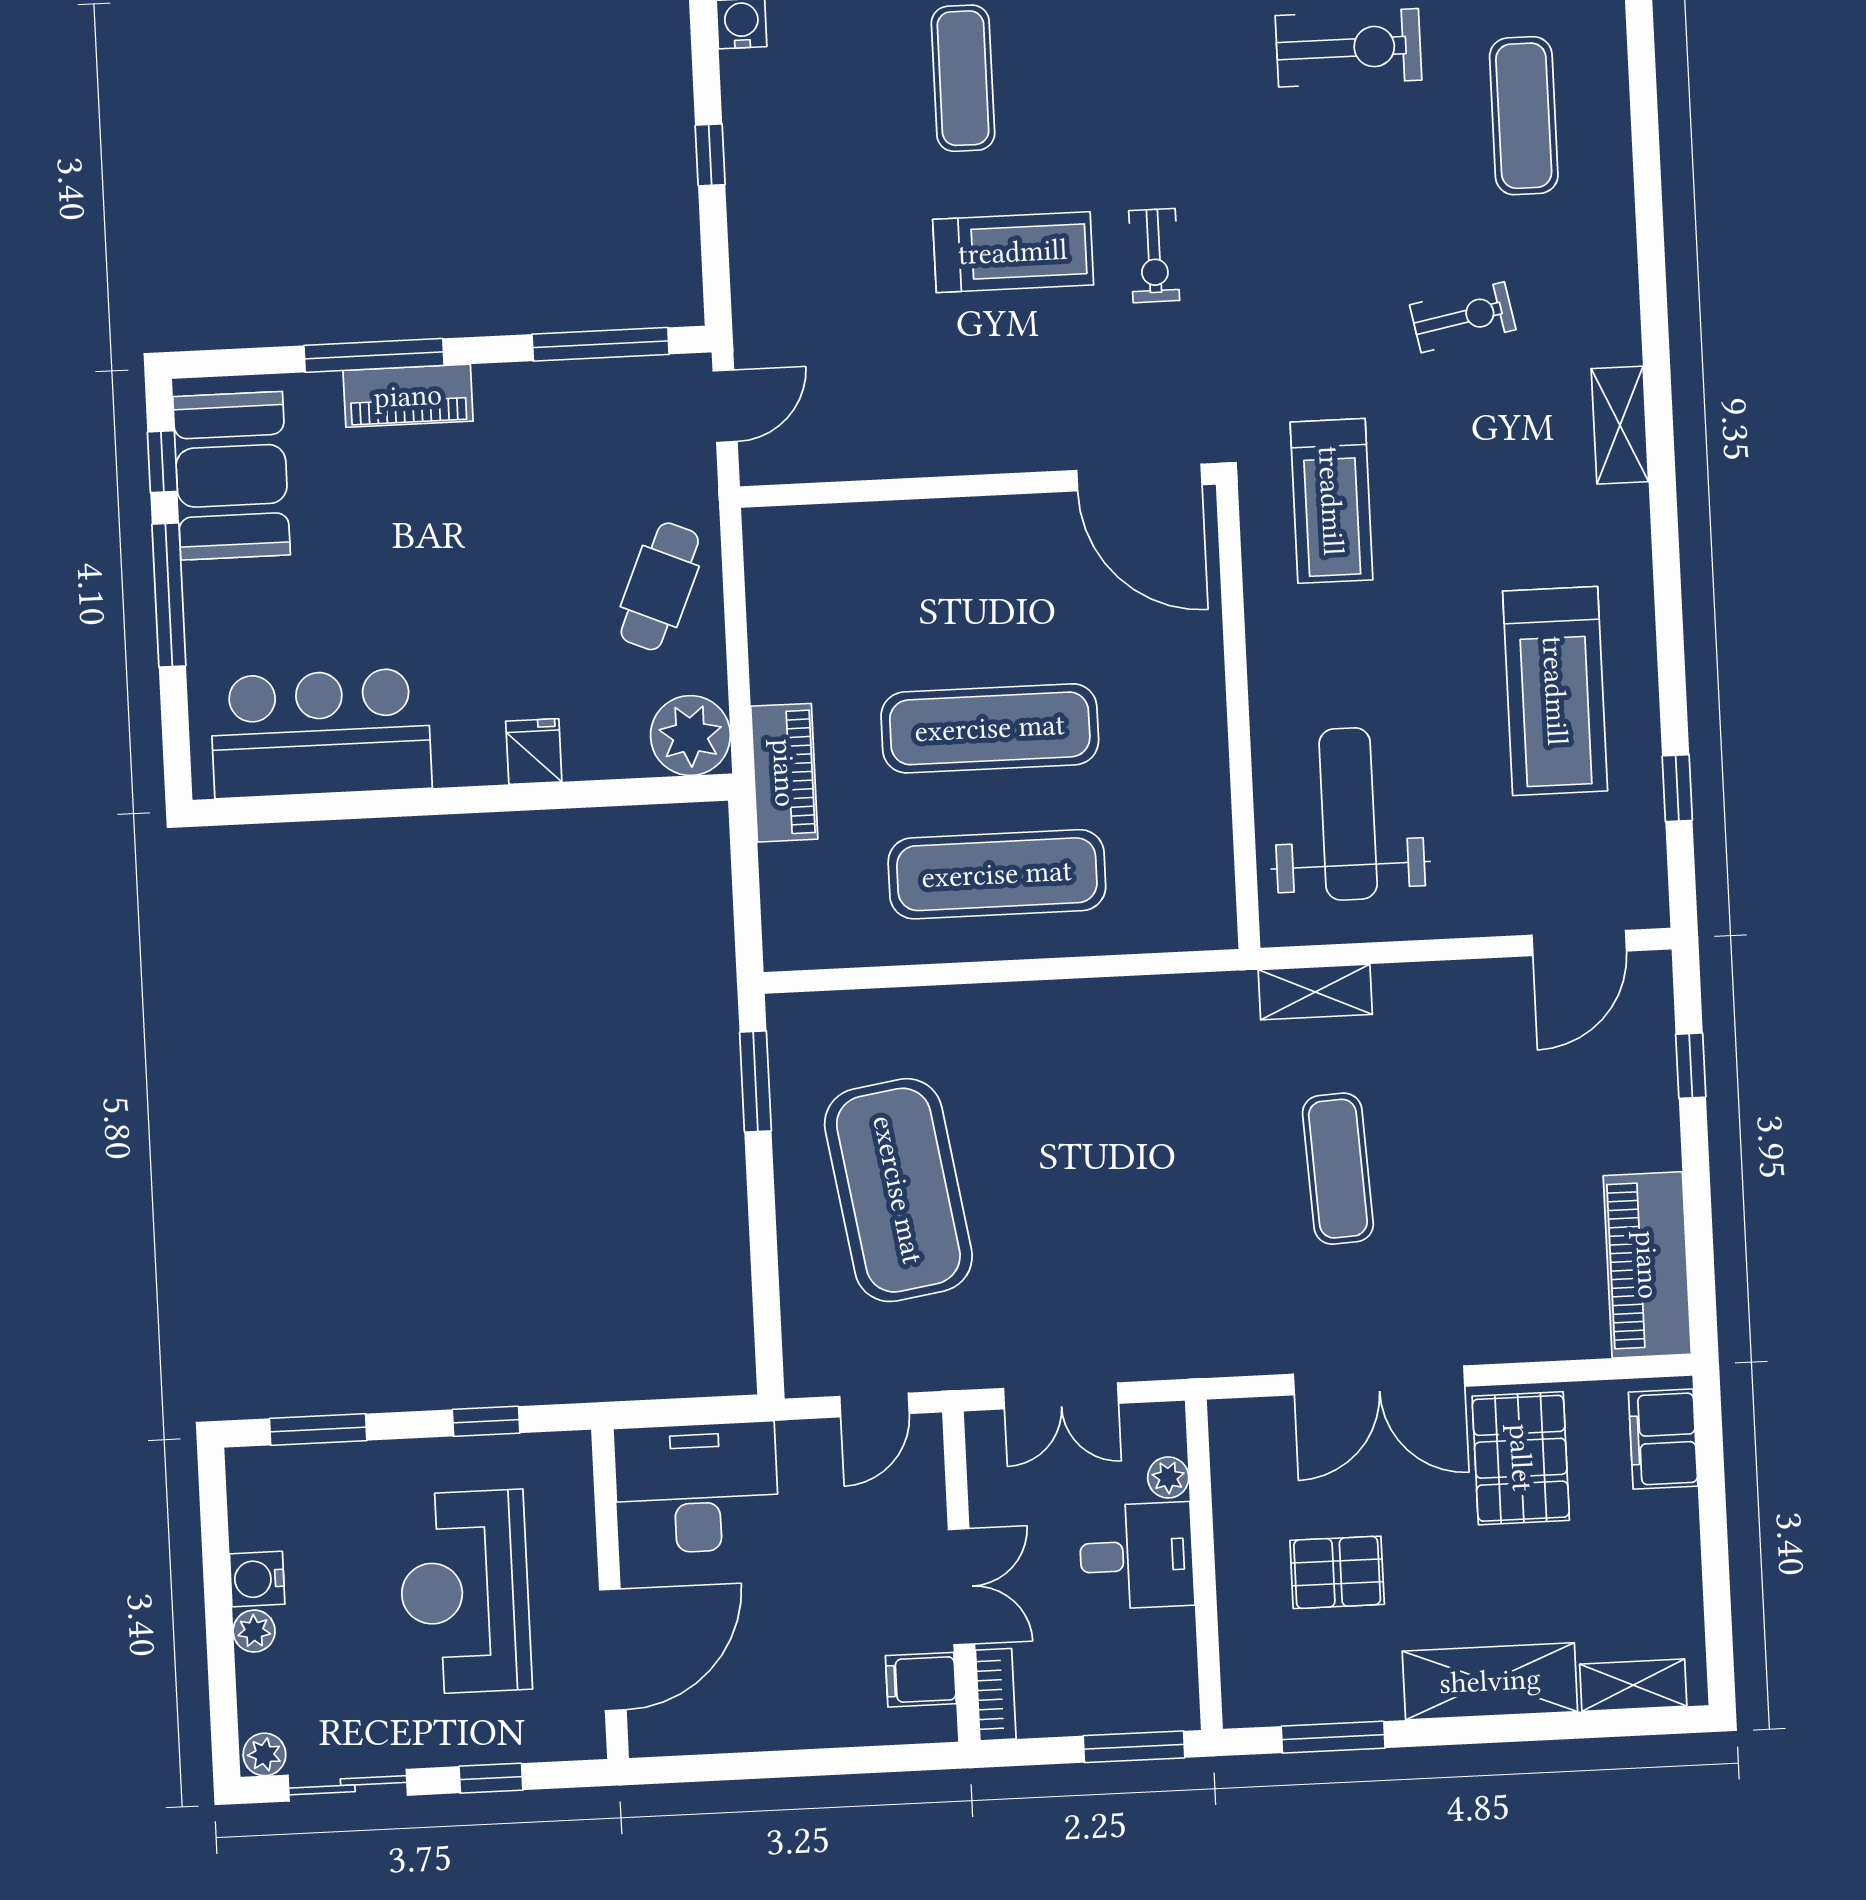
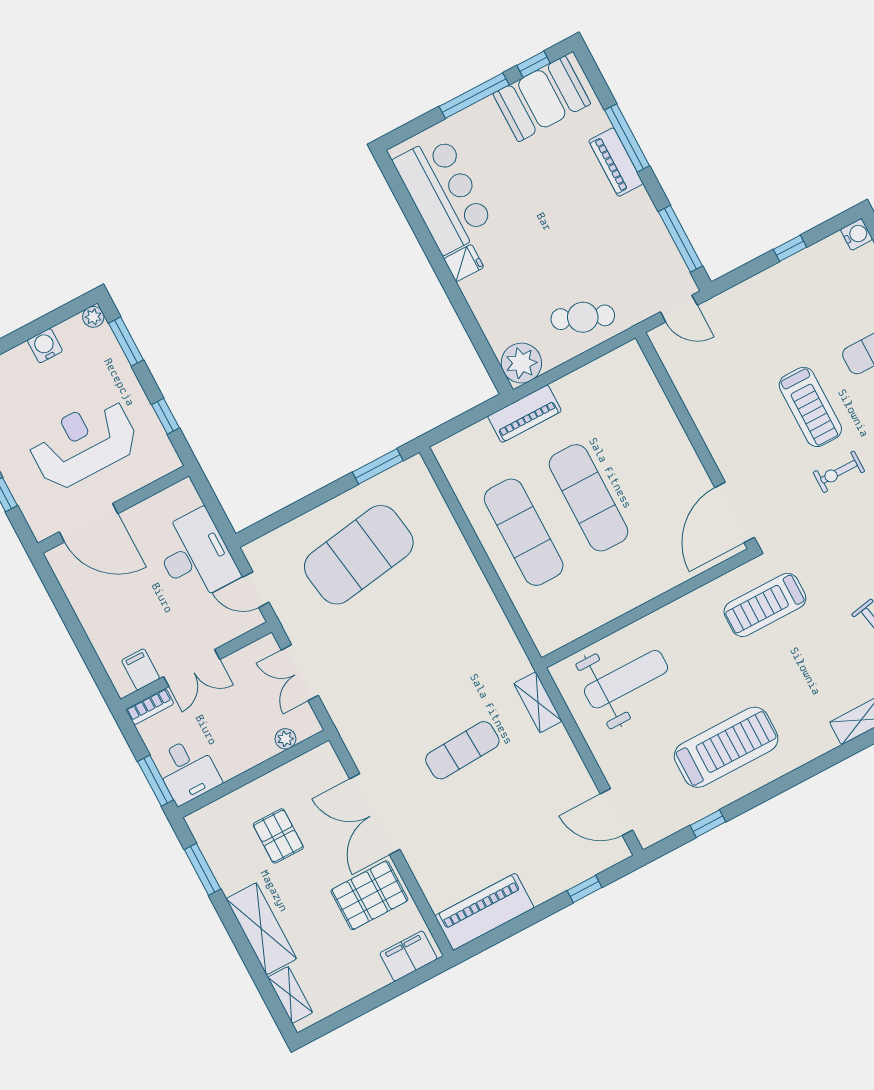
treadmill: (1555, 691) -> (726, 747), turned 180
fridge: (534, 751) -> (464, 263), moved
desk: (697, 1488) -> (196, 556), moved
desk: (1137, 1556) -> (187, 771), moved
plant: (254, 1631) -> (93, 317), moved

